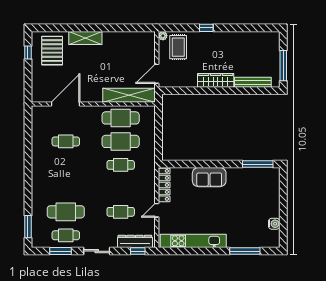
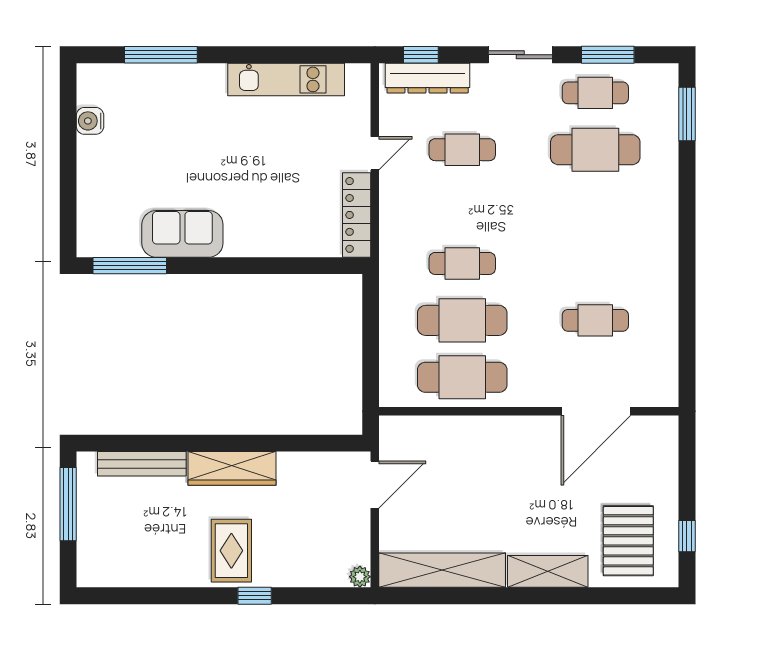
rug: (178, 47) -> (231, 551), moved
shelving: (129, 95) -> (442, 570), moved
sofa: (209, 177) -> (182, 234), moved
kitchen unit: (193, 241) -> (286, 79), width x0.73

